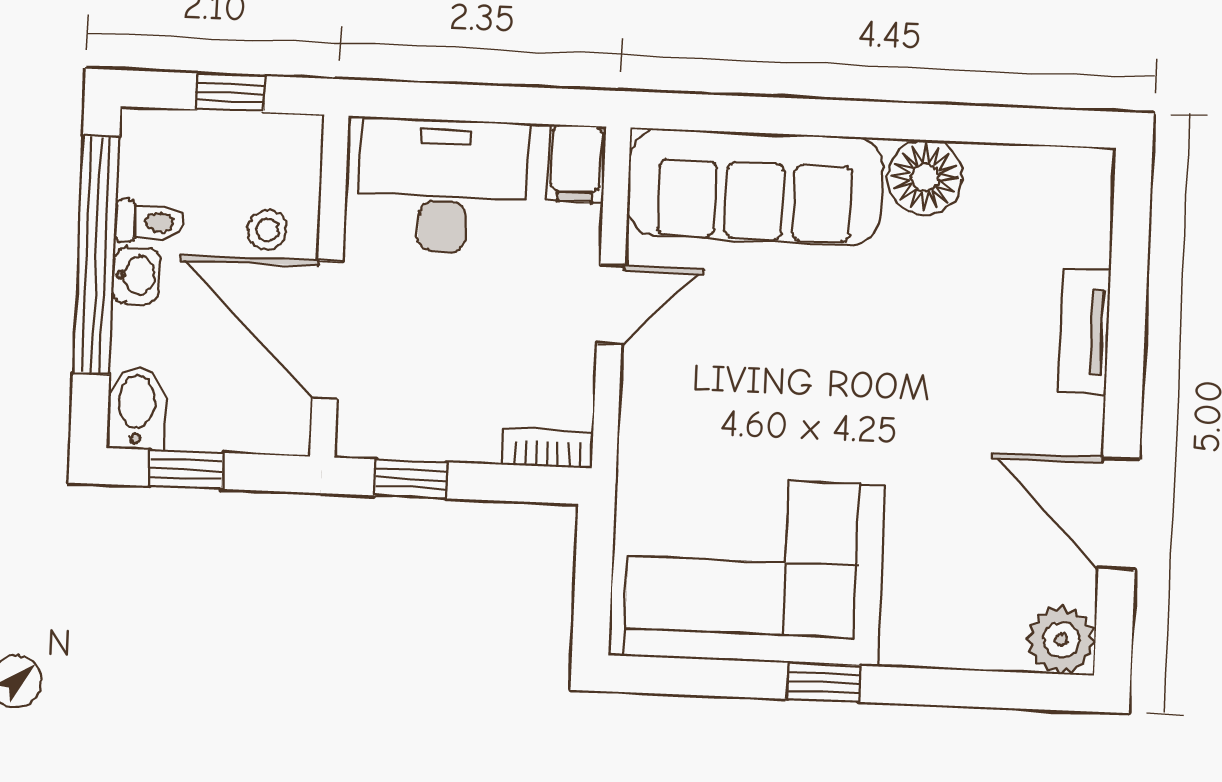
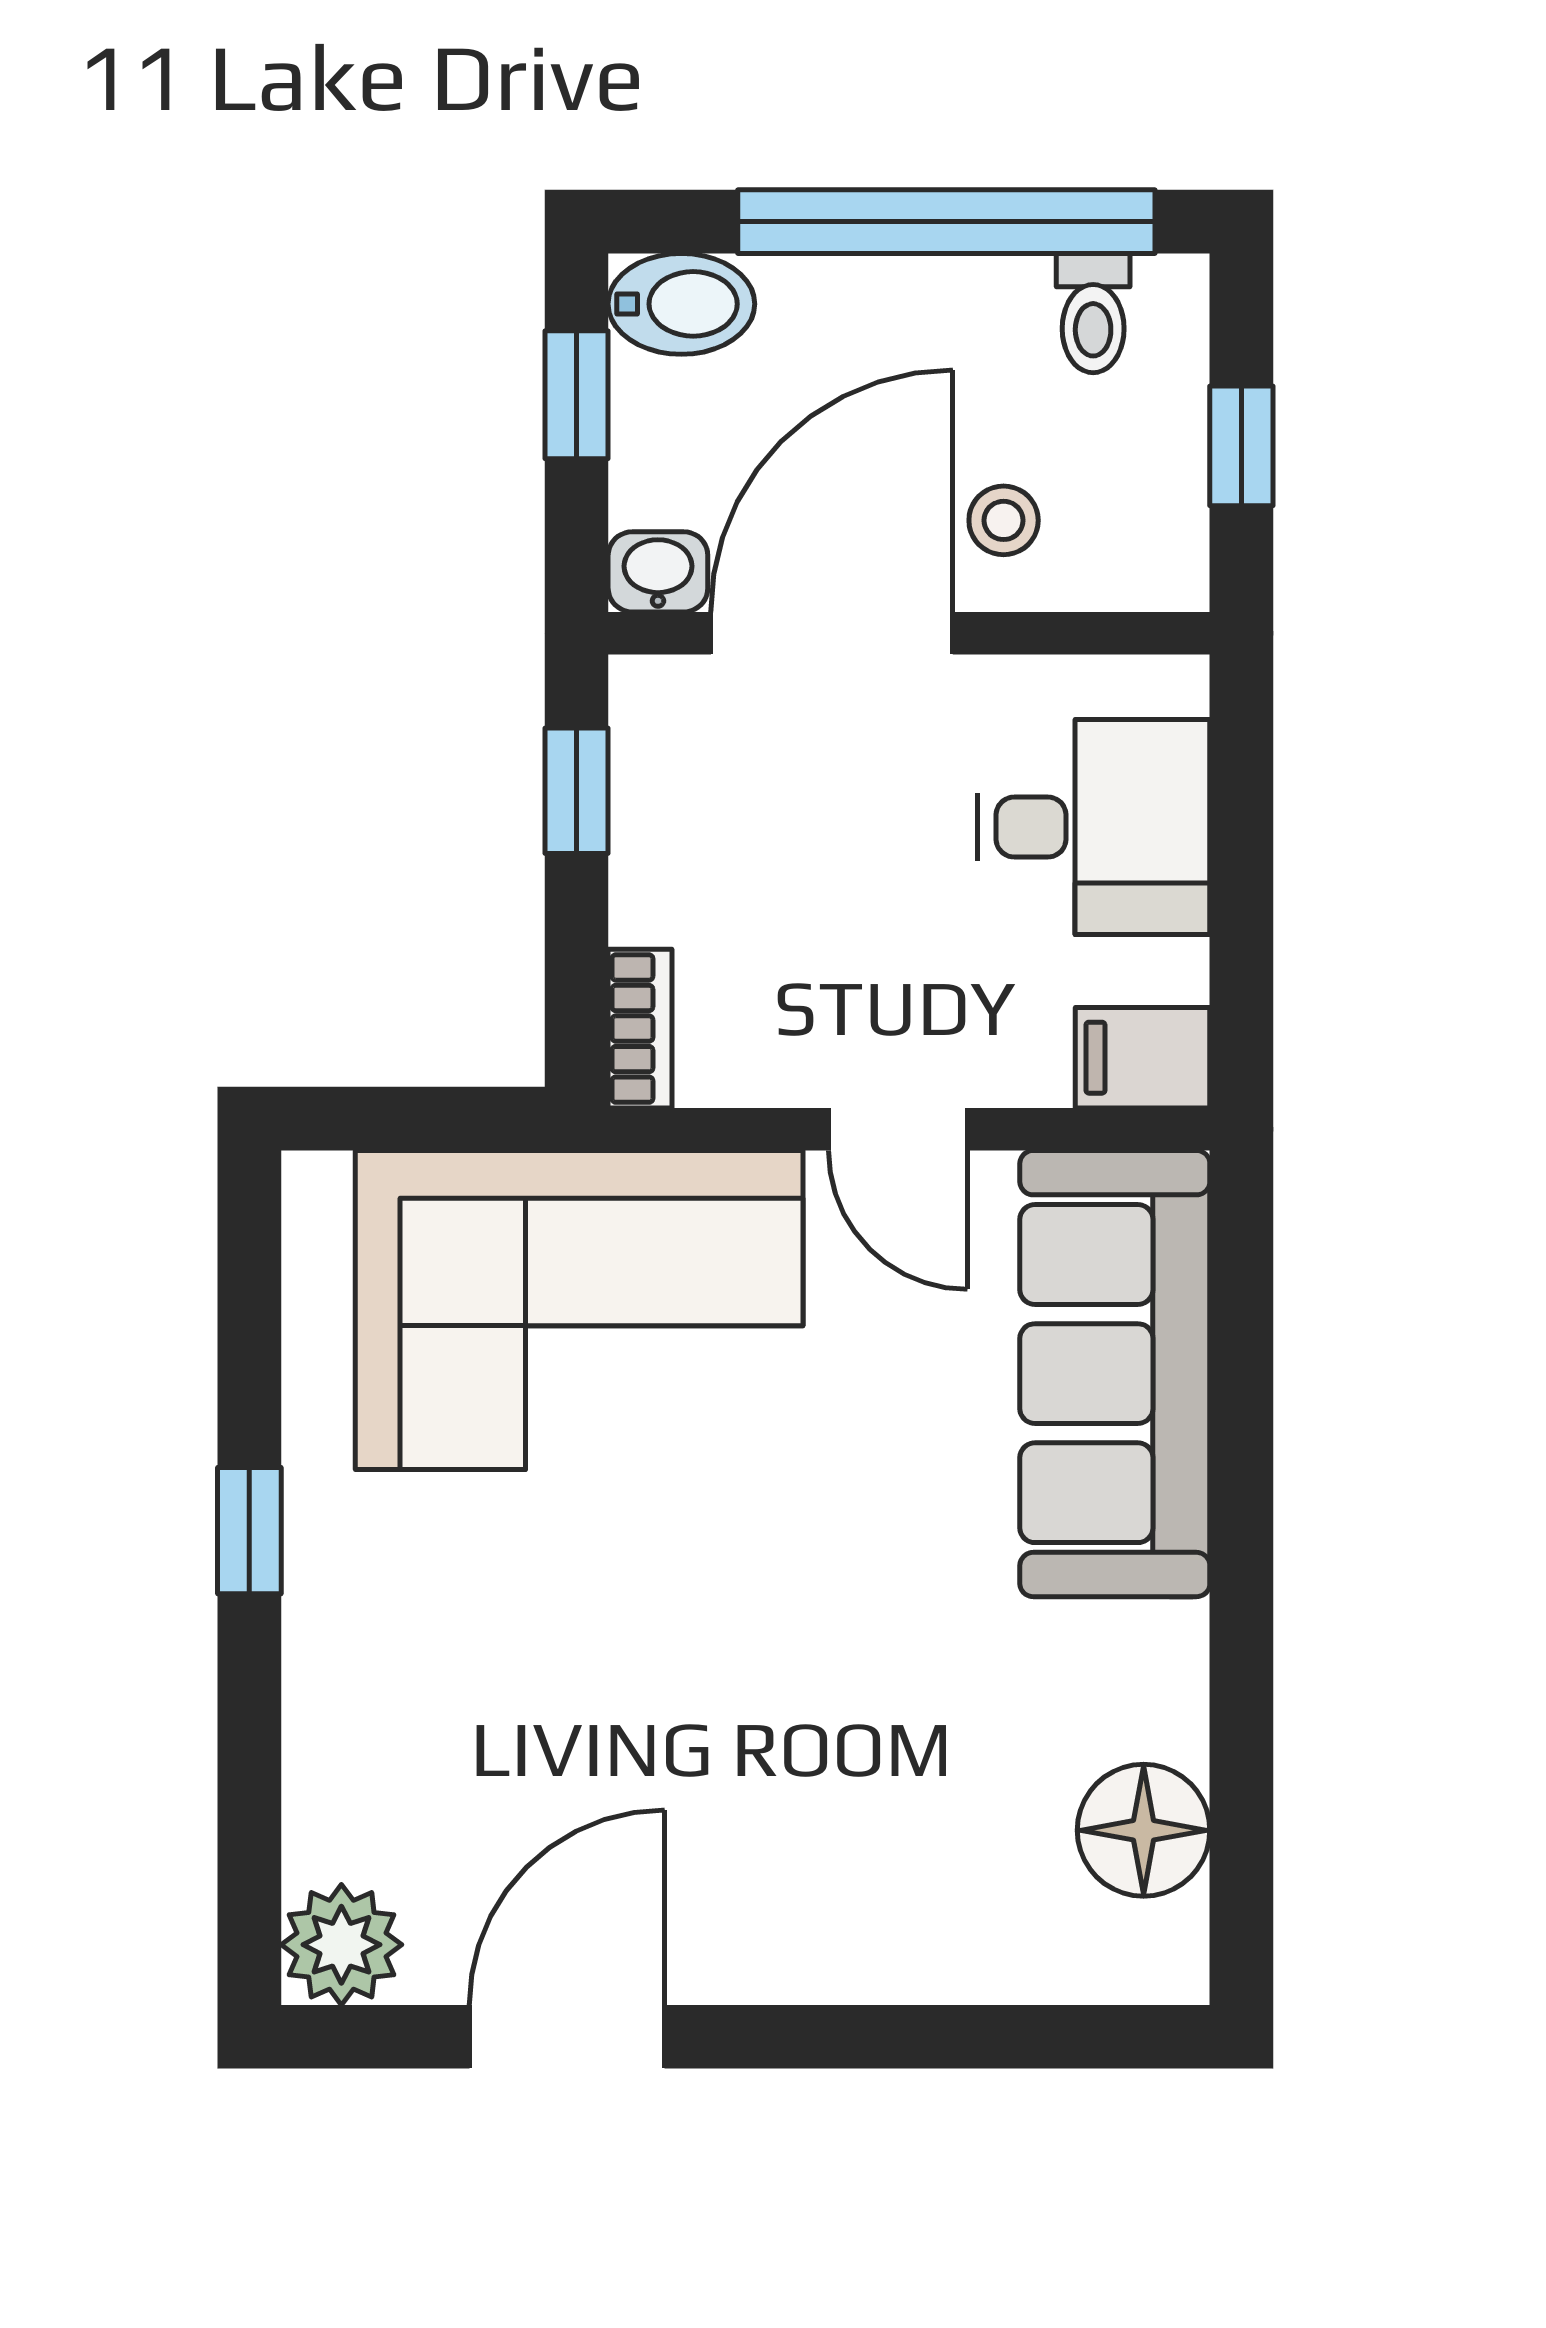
floor lamp: (925, 178) -> (1144, 1830), moved
desk: (444, 186) -> (1094, 827), width x0.73
toilet: (150, 222) -> (1093, 313), moved
washbasin: (136, 275) -> (658, 572), moved, turned 180
tv unit: (1085, 332) -> (884, 1963), removed
corner sofa: (755, 571) -> (579, 1310), moved, turned 90

